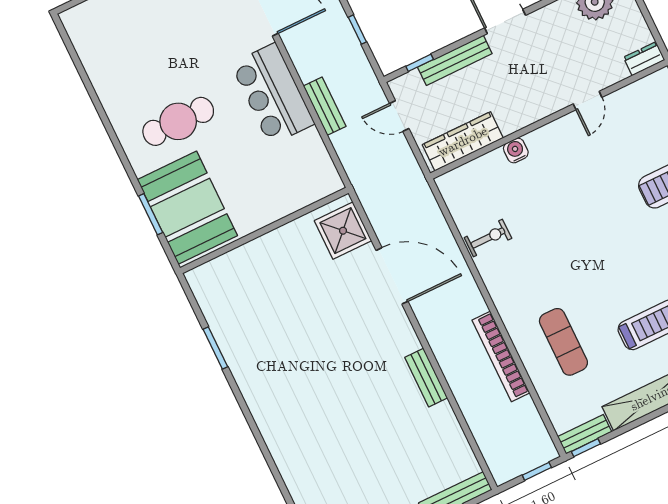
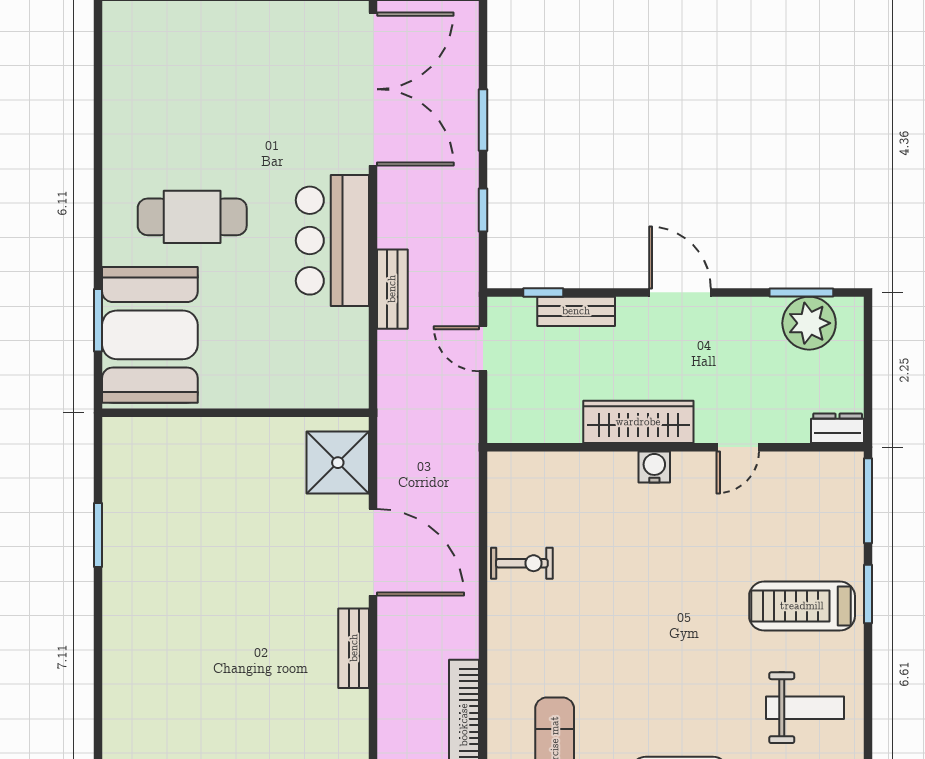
bench: (455, 60) -> (576, 311), width x0.73
wardrobe: (463, 141) -> (638, 422), moved
water cooler: (516, 150) -> (654, 467), moved
bench: (426, 378) -> (354, 648), moved

